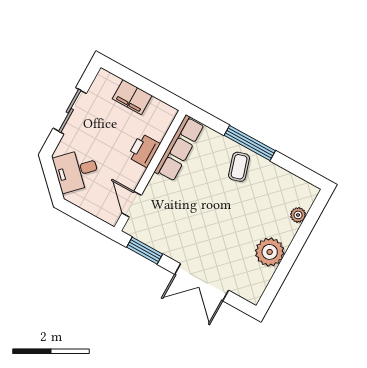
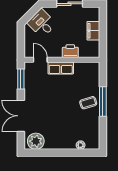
row of seats: (179, 148) -> (61, 68), moved, width x0.68
door: (132, 204) -> (40, 60), hinge flipped
plant: (270, 252) -> (36, 141), moved

